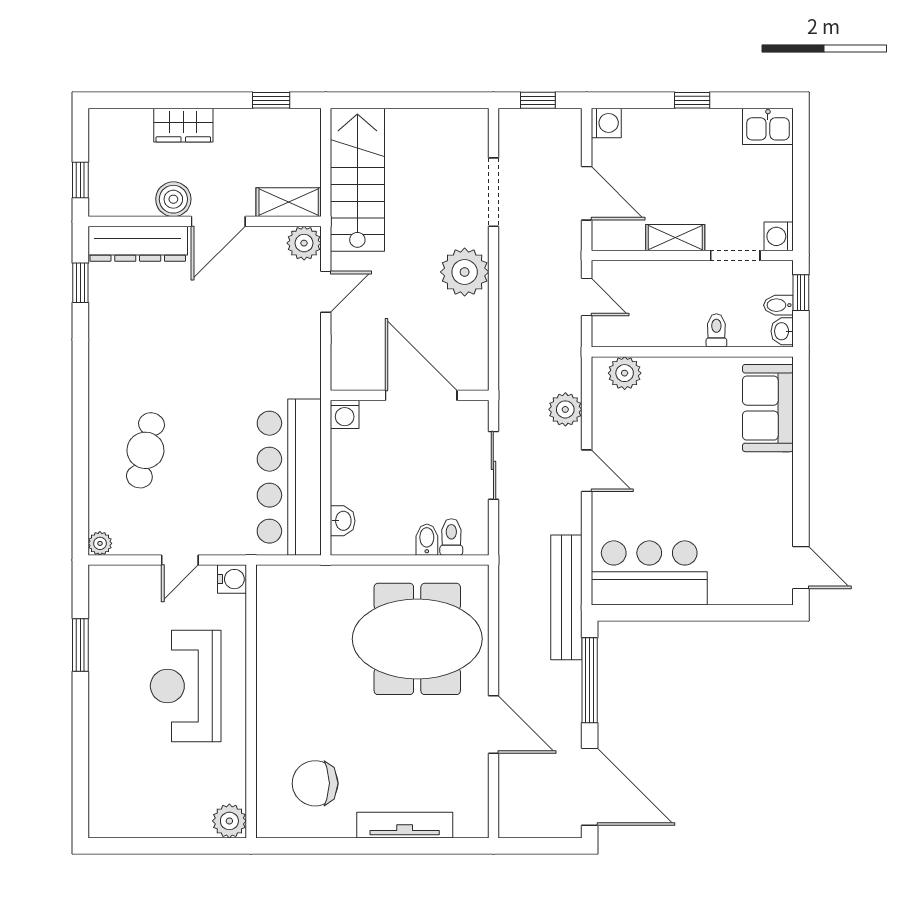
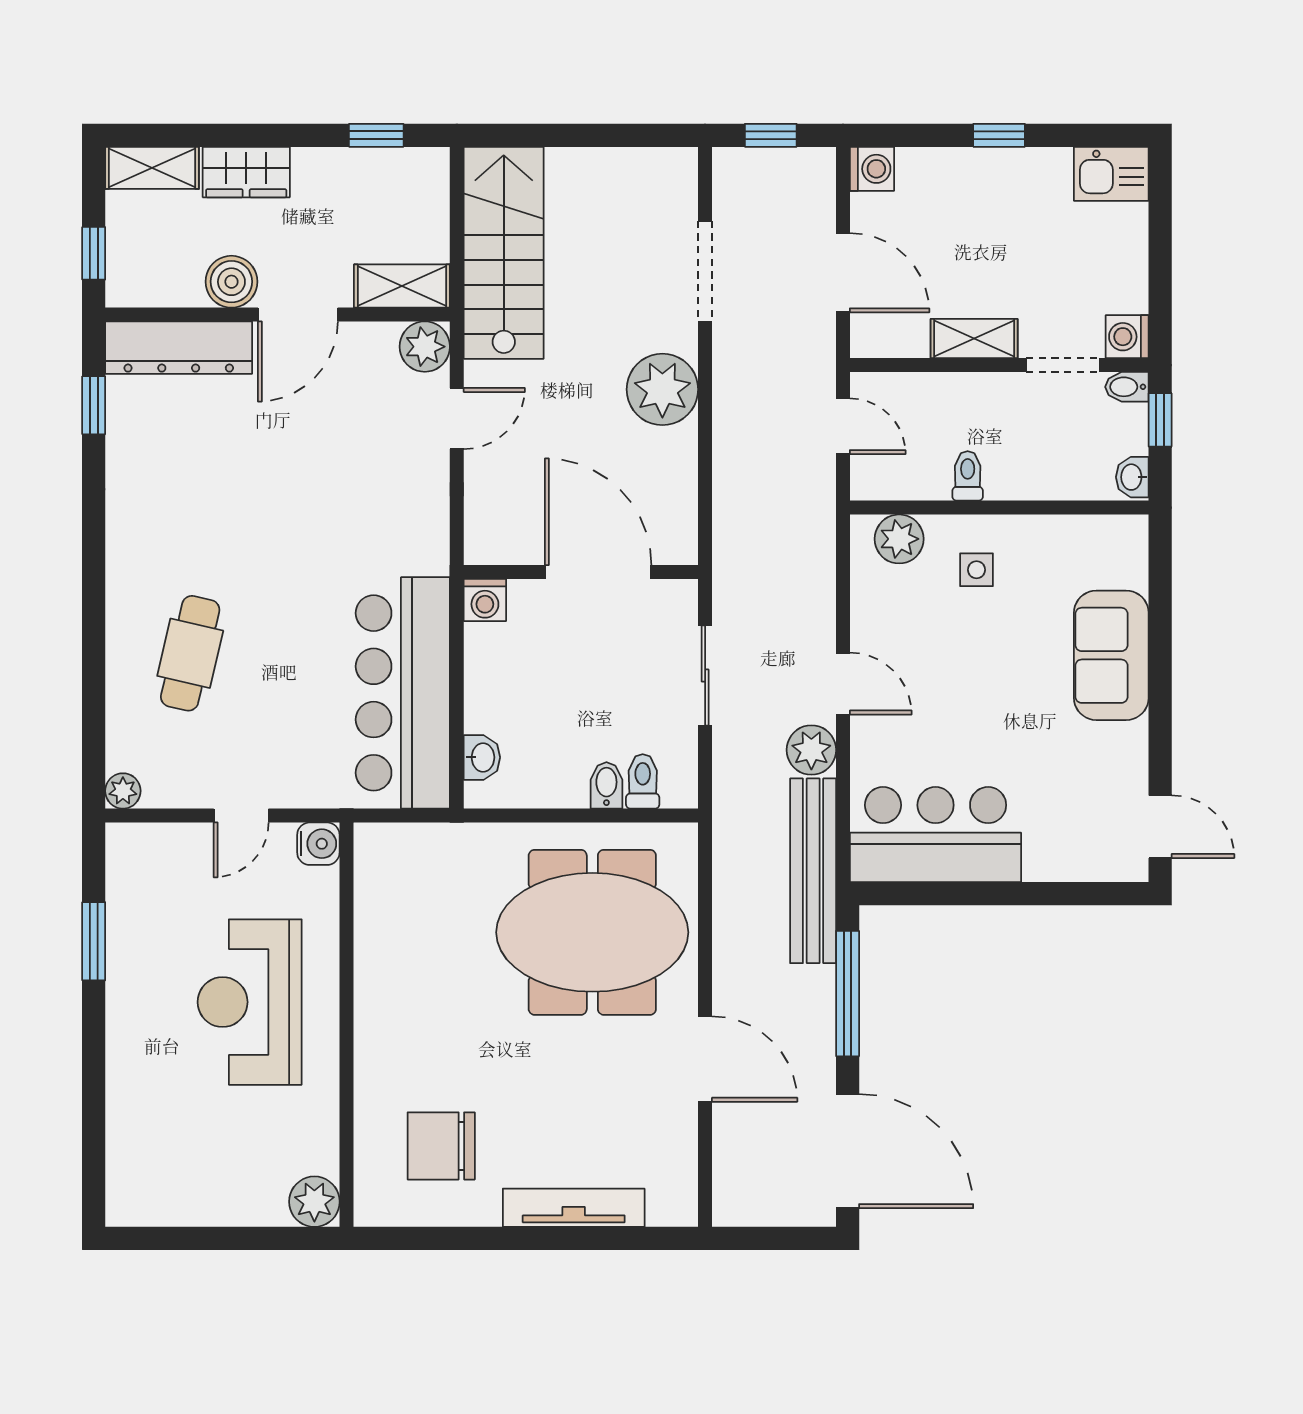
shelving: (120, 122) -> (152, 168), added
bidet: (778, 305) -> (1127, 387), moved
toilet: (716, 330) -> (968, 476), moved
side table: (677, 394) -> (977, 570), added
sofa: (768, 408) -> (1111, 655), moved
plant: (565, 409) -> (811, 750), moved

